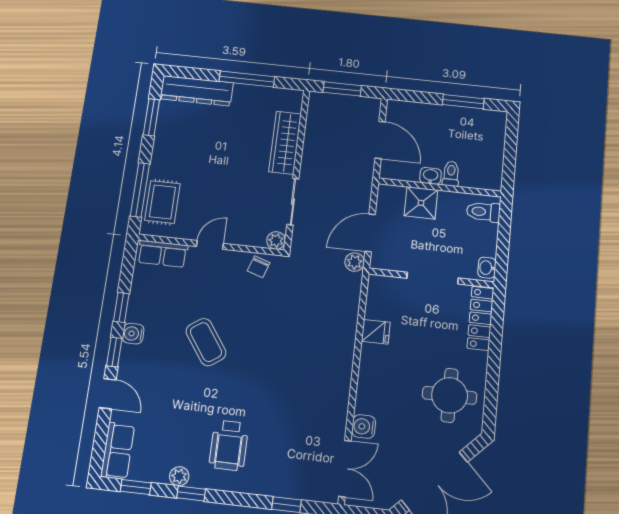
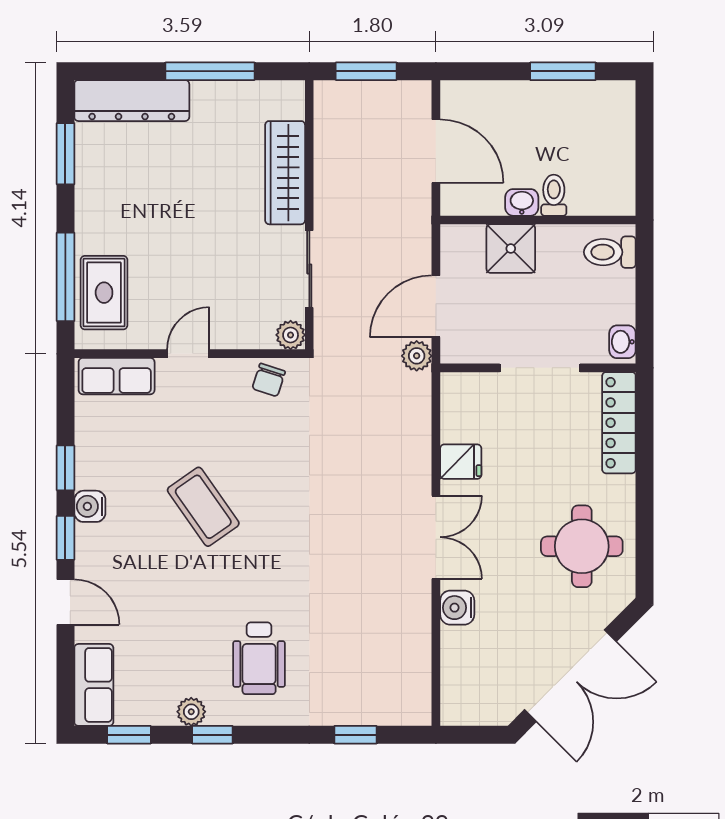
double door: (345, 469) -> (436, 537), moved

